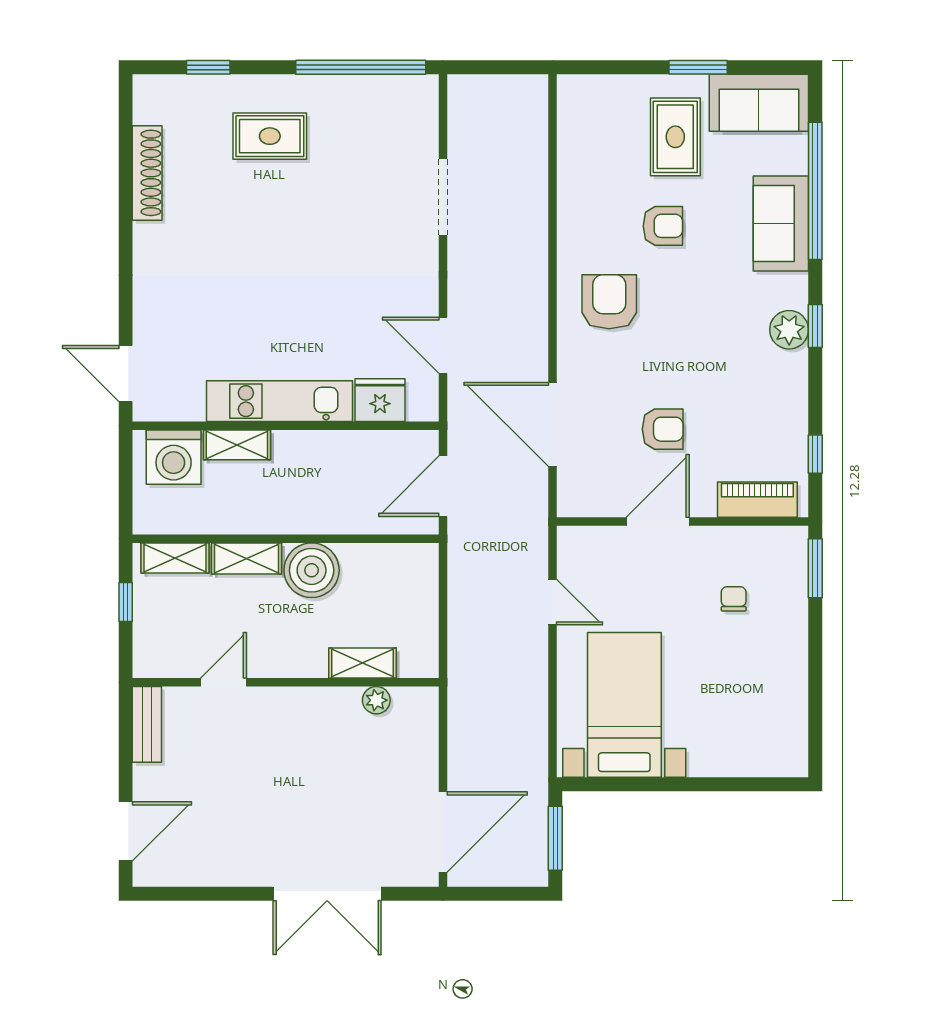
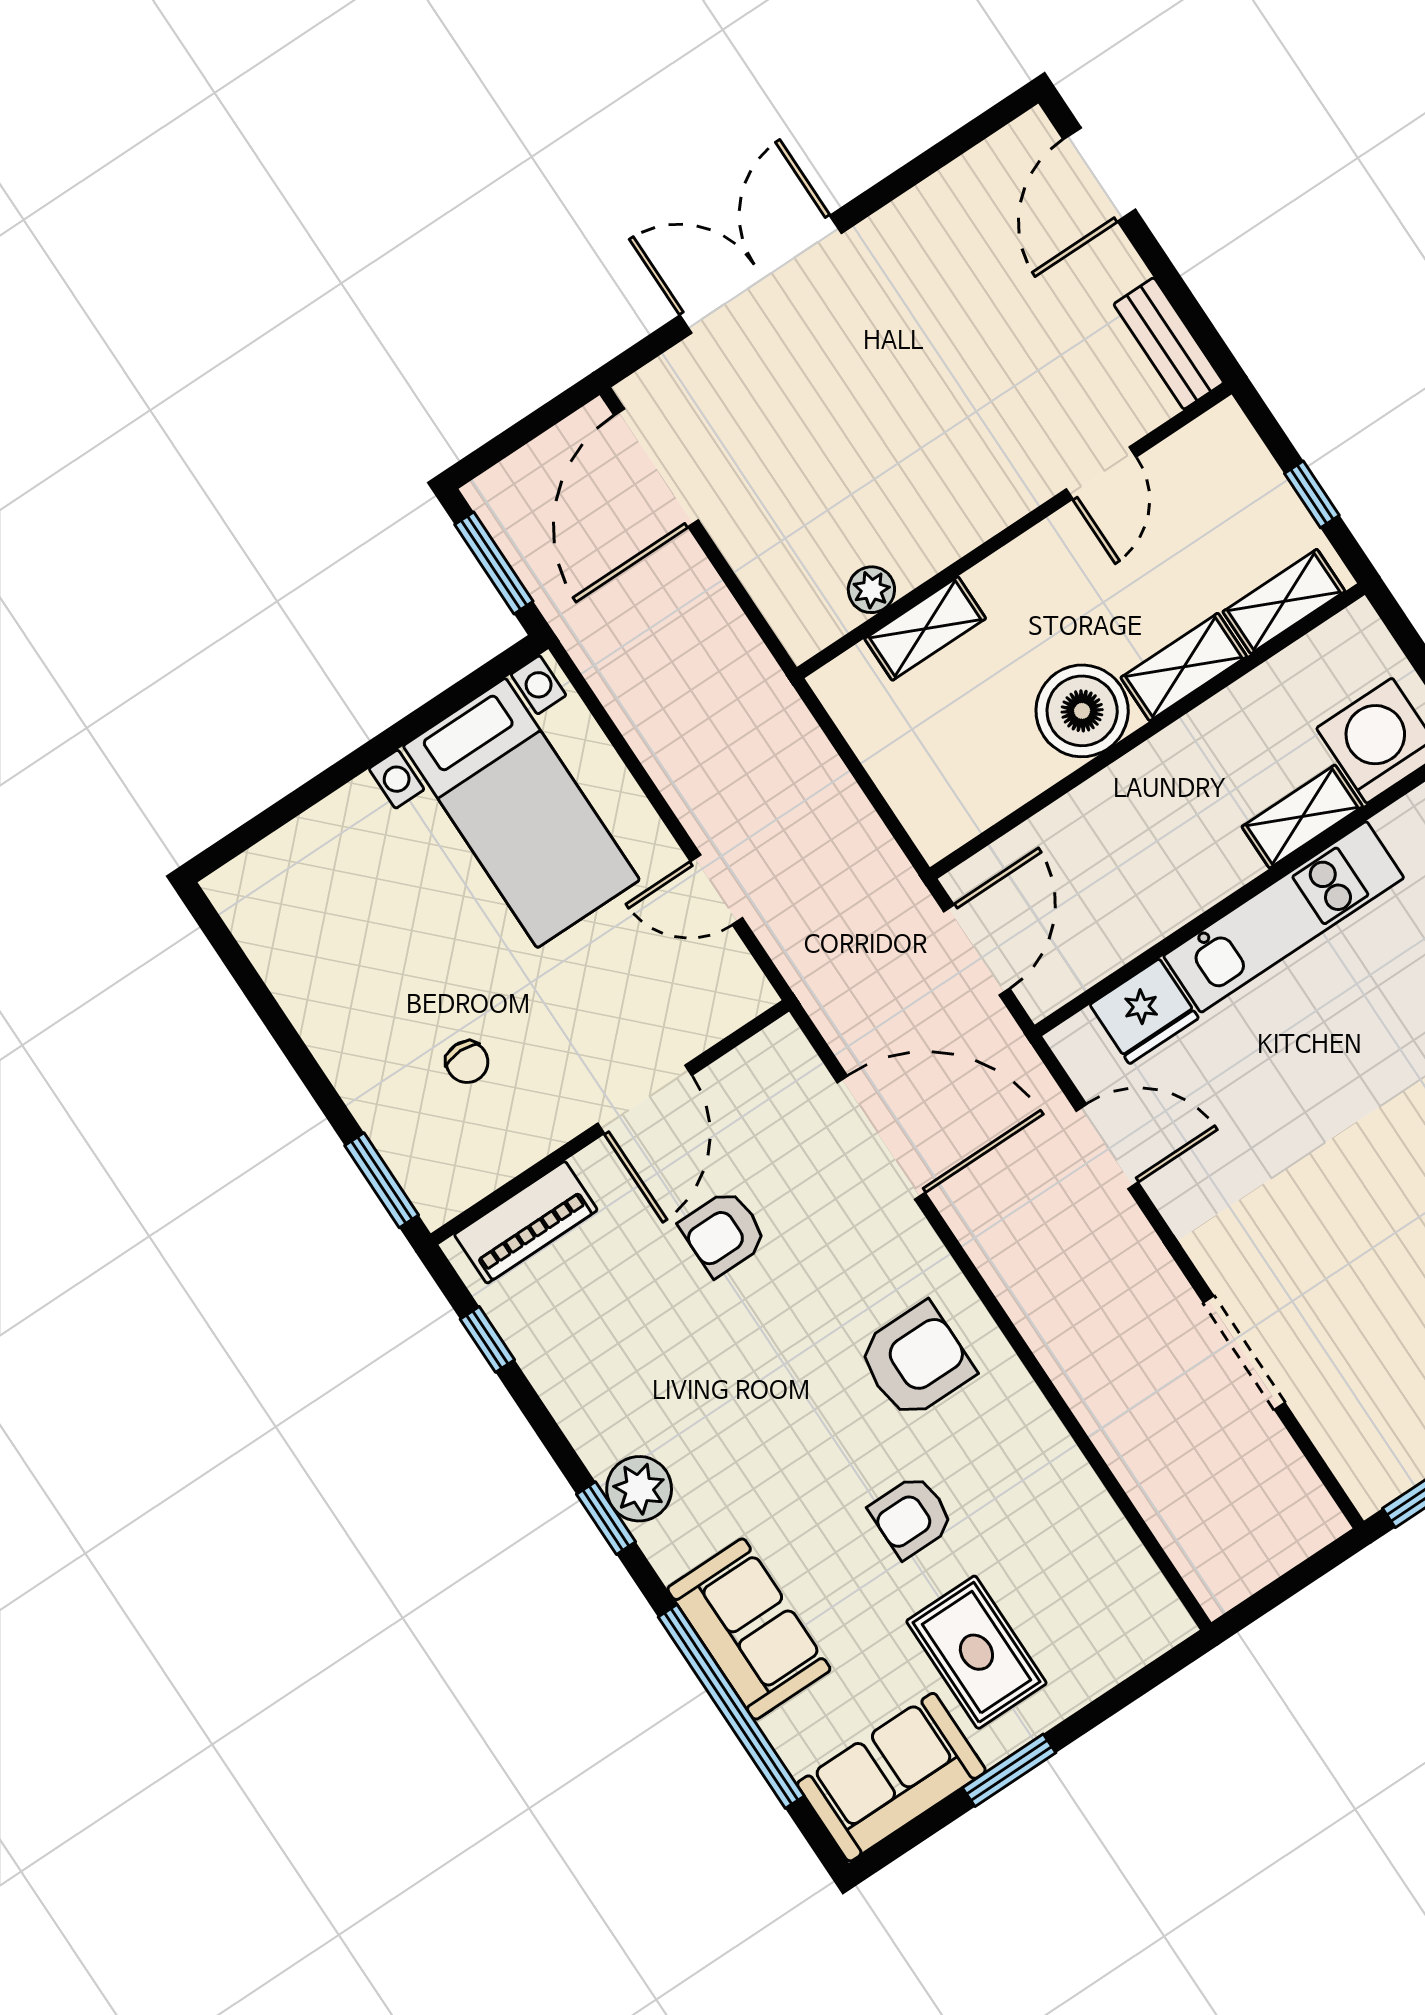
armchair: (609, 302) -> (916, 1361), turned -90

